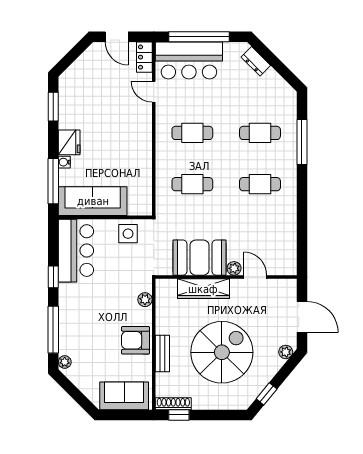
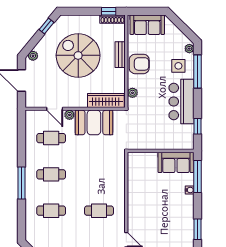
fridge: (69, 142) -> (186, 204), removed
window: (302, 142) -> (21, 183), moved
cafe table: (192, 184) -> (51, 138), moved
sofa: (93, 201) -> (176, 162), width x0.73
side table: (128, 234) -> (178, 66), moved
bar counter: (76, 251) -> (181, 101), moved
window: (53, 277) -> (197, 126), moved
wardrobe: (203, 289) -> (106, 100), moved
spiral stairs: (222, 352) -> (78, 55), turned 90

